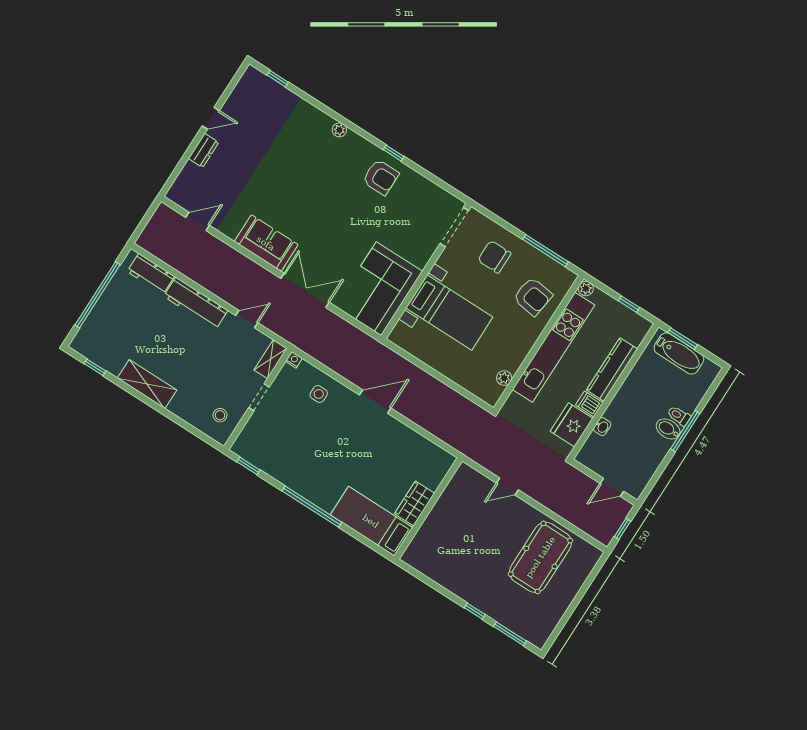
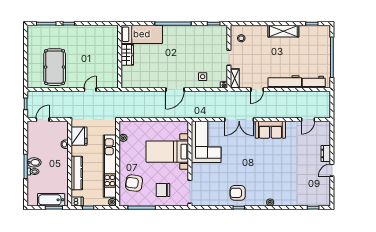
chair: (494, 257) -> (163, 190), turned 180
dishwasher: (589, 404) -> (77, 202), moved

